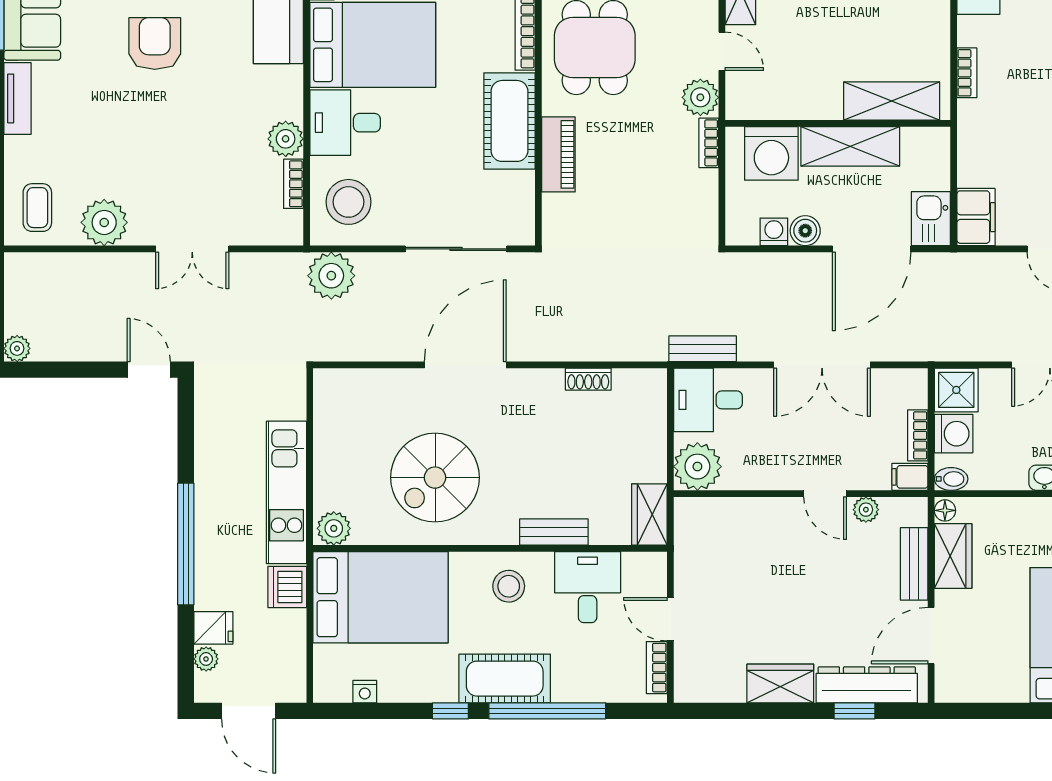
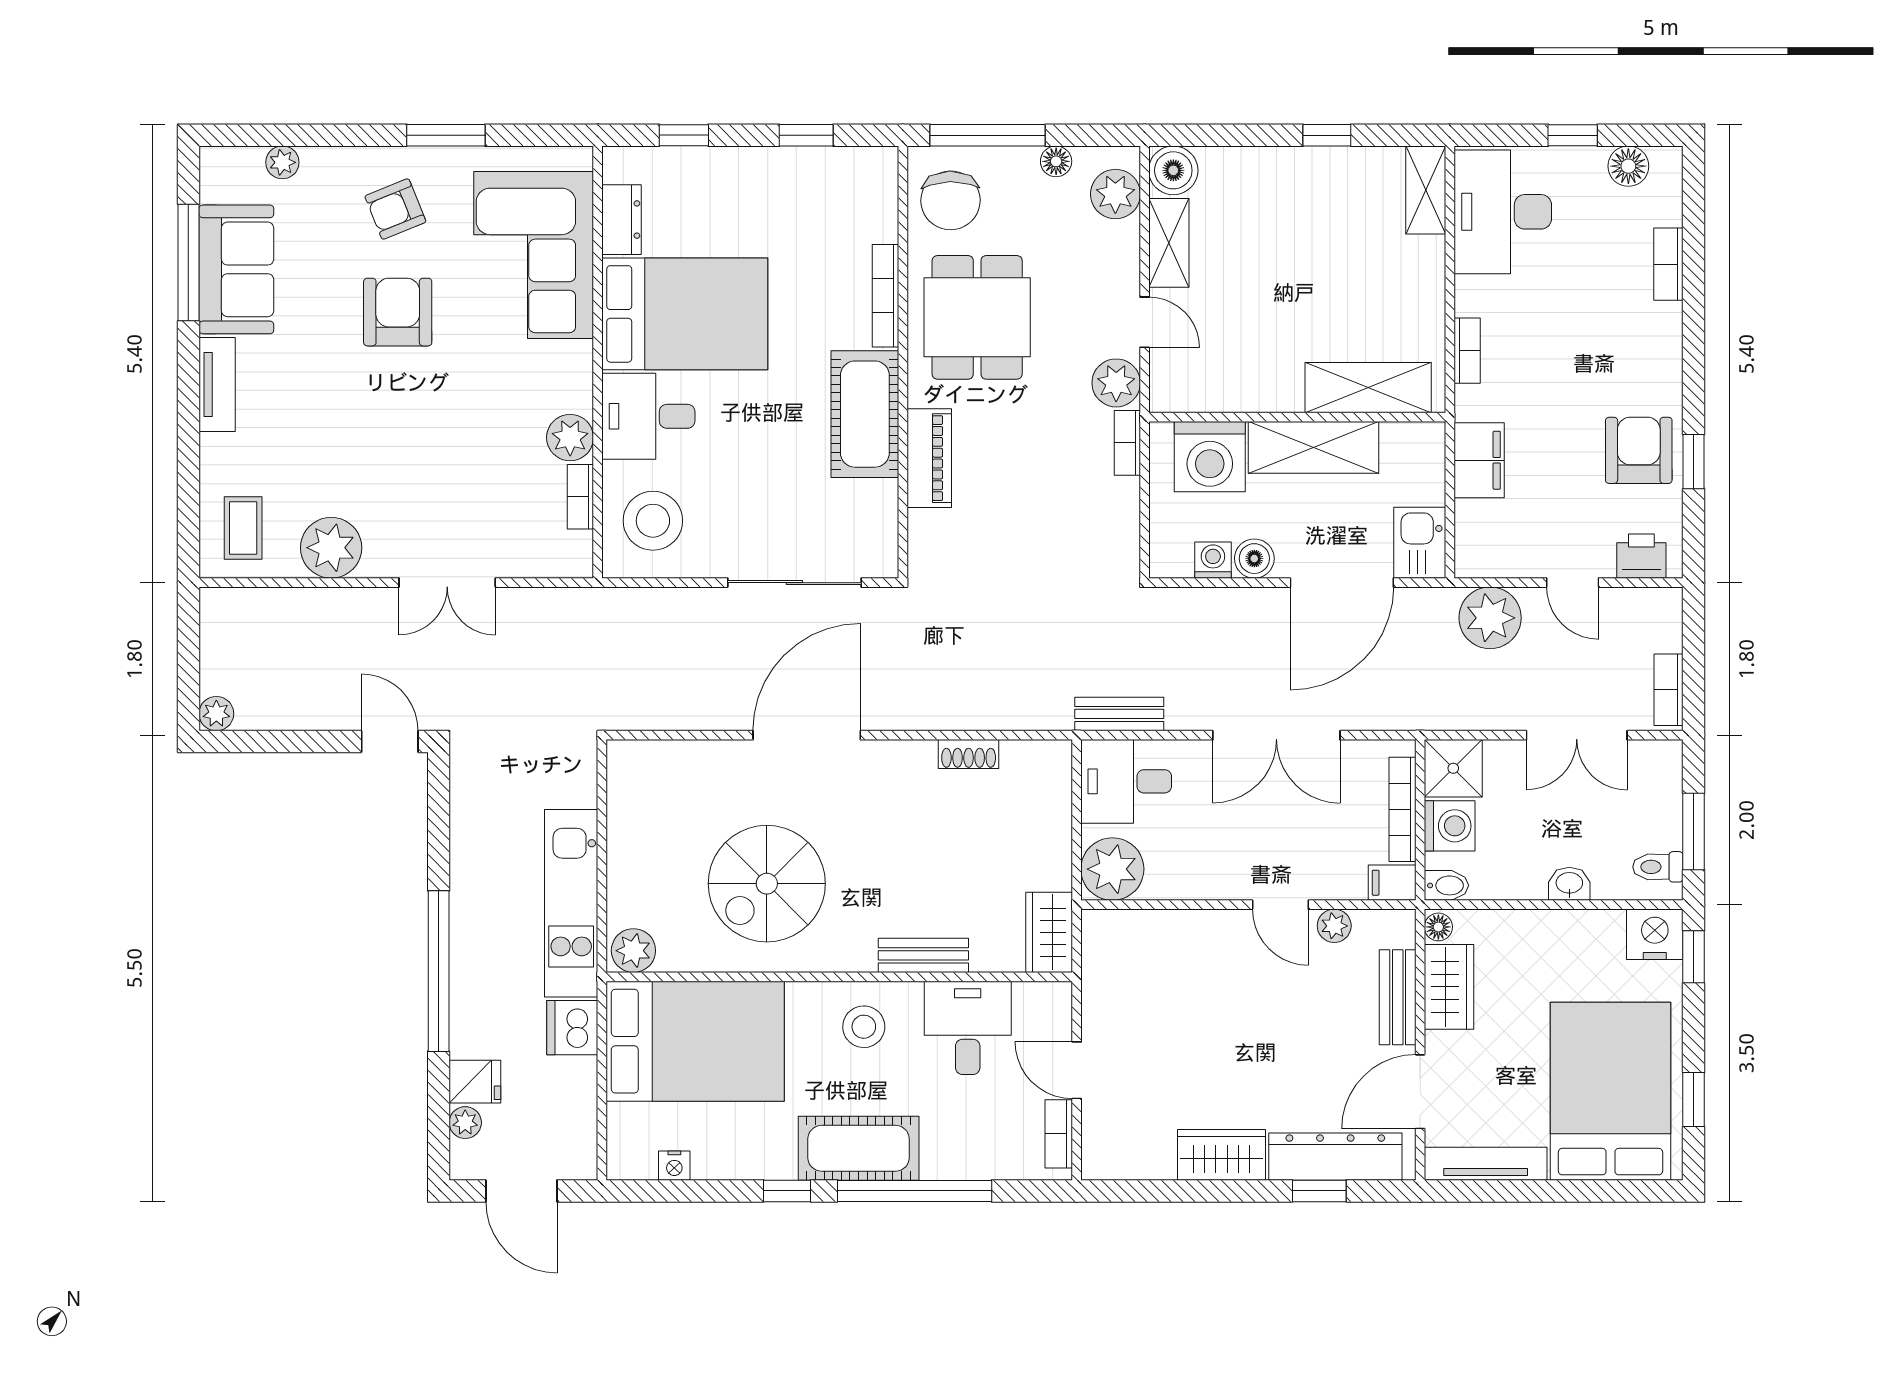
filing cabinet: (976, 217) -> (1479, 460), moved
plant: (331, 276) -> (1490, 618), moved
bookcase: (918, 435) -> (1403, 809), width x1.56
tv unit: (981, 690) -> (1486, 1164), added

